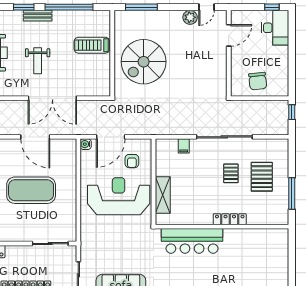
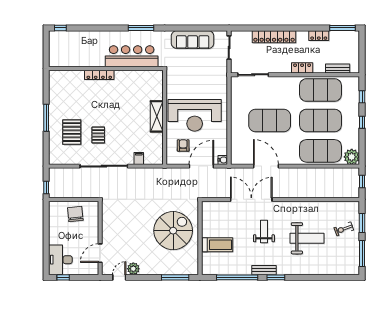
locker: (230, 219) -> (99, 75), moved
wall: (222, 227) -> (106, 68), moved
bar counter: (192, 241) -> (132, 56), moved

